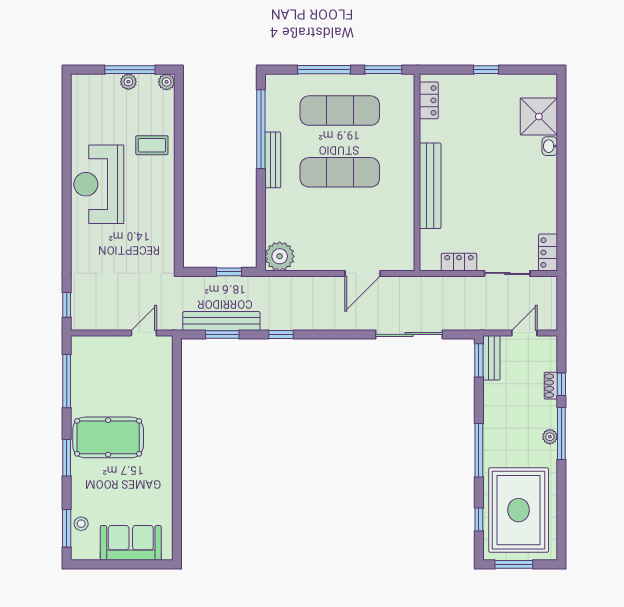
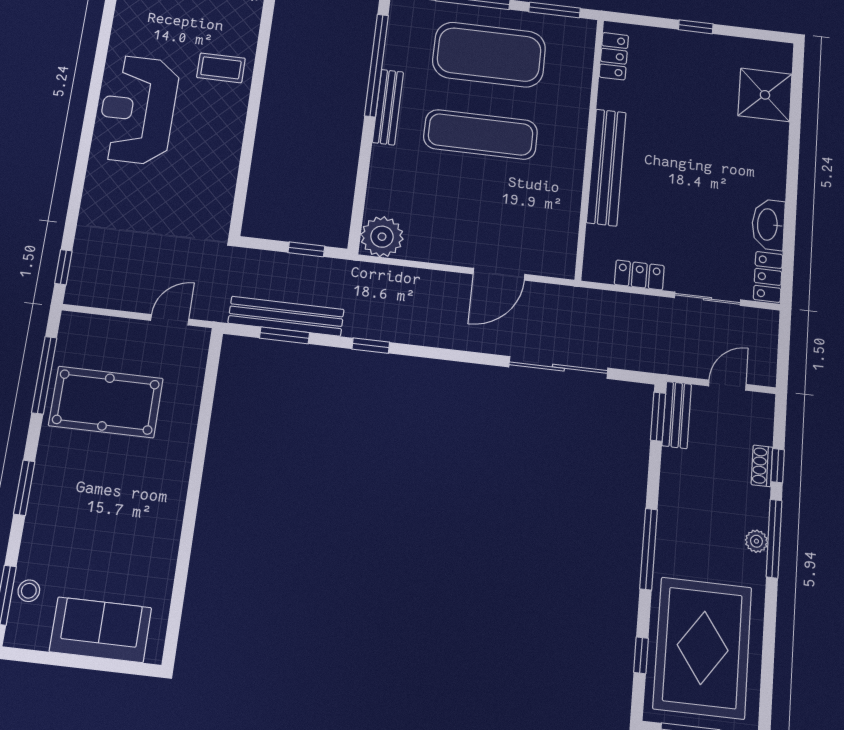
exercise mat: (340, 111) -> (489, 55), width x1.47
washbasin: (550, 146) -> (768, 225), moved, width x1.91, depth x1.45
pool table: (108, 437) -> (106, 402), moved

